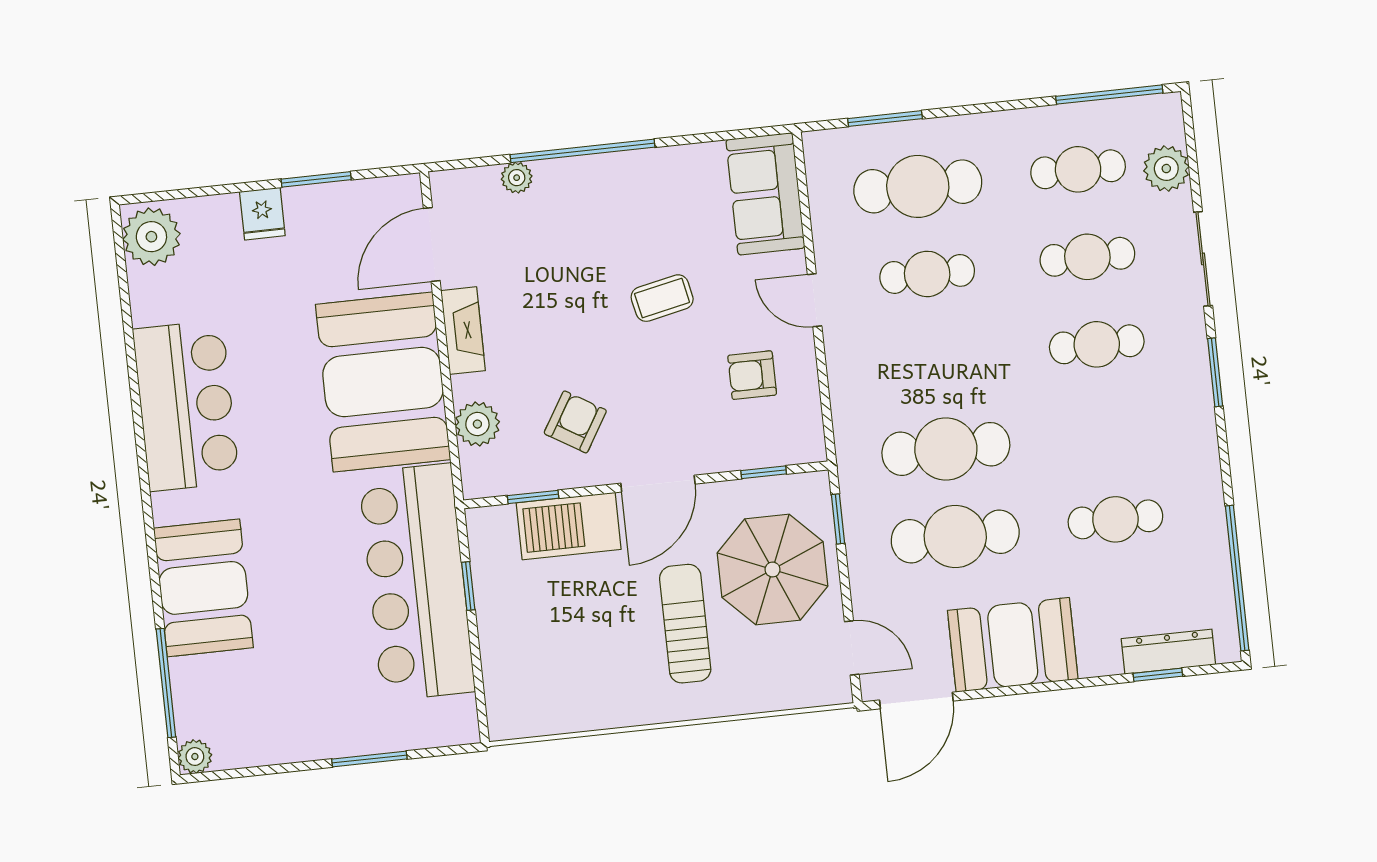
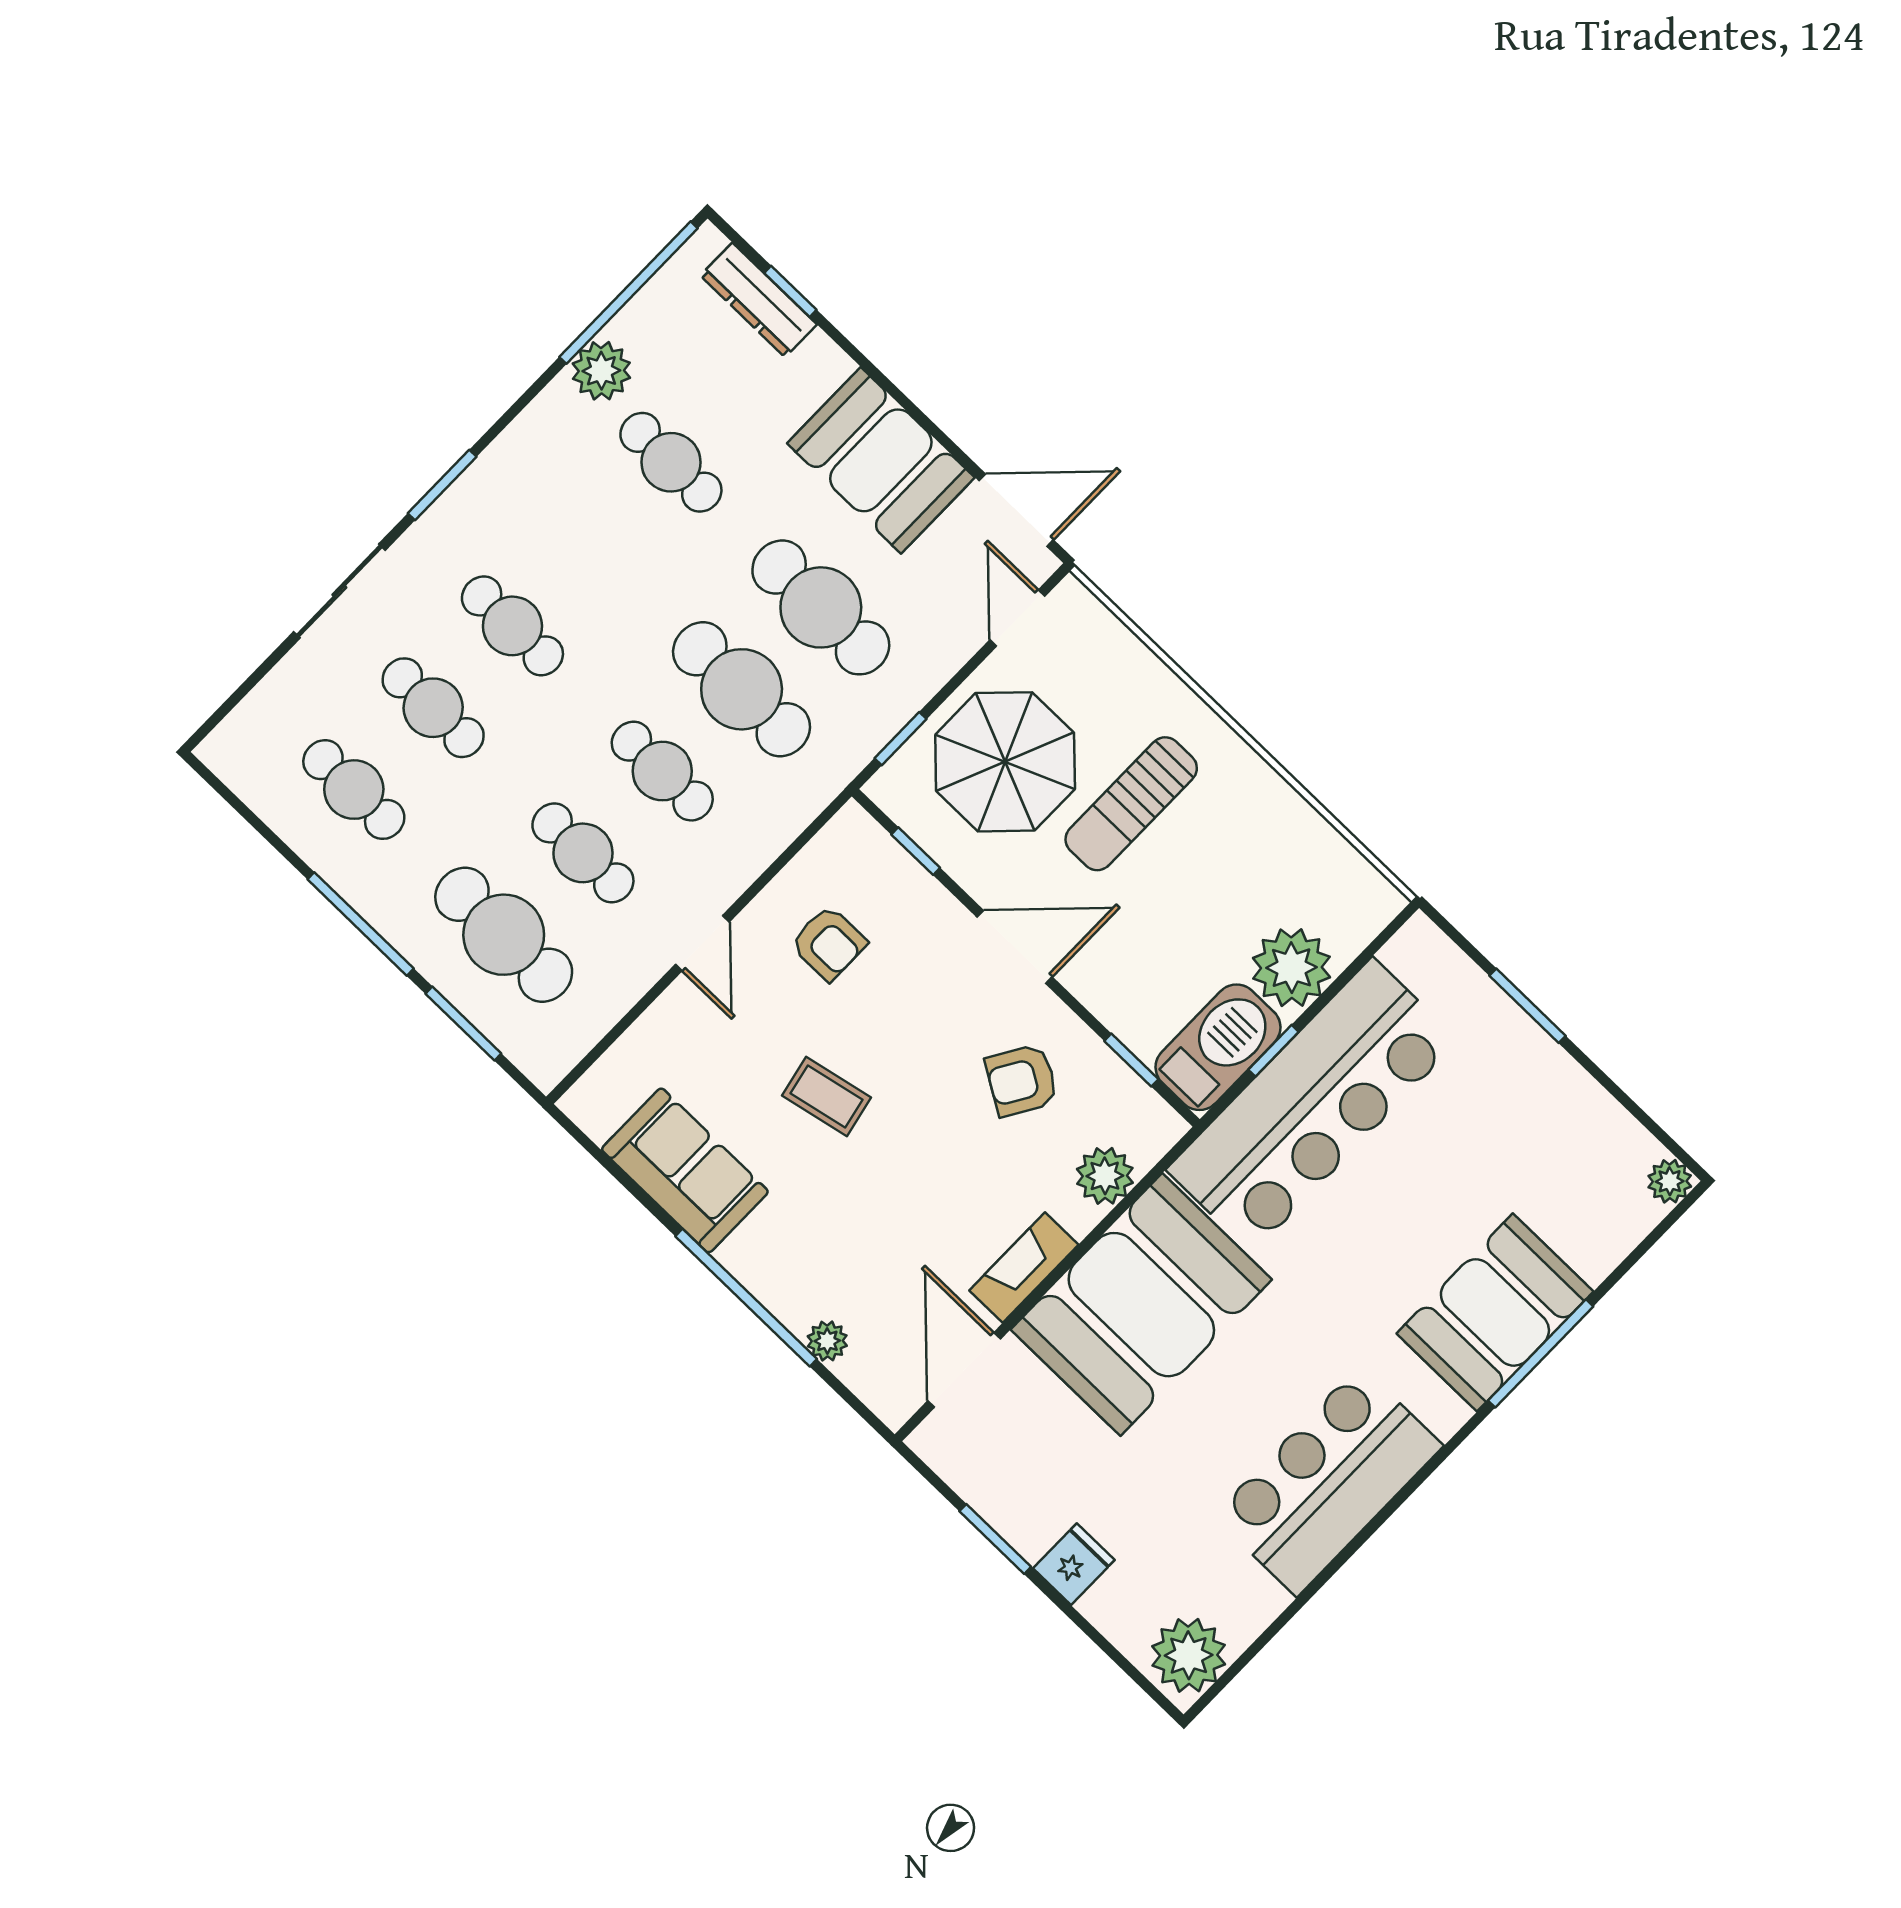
window: (1109, 95) -> (361, 924), moved
plant: (1166, 169) -> (601, 371), moved
sofa: (765, 194) -> (685, 1170), moved, turned -90
door: (432, 245) -> (964, 1370), swing flipped
cafe table: (936, 361) -> (662, 771), added
barbecue: (569, 526) -> (1218, 1047), moved, turned -90
plant: (509, 638) -> (1291, 968), added
window: (166, 683) -> (1541, 1353), moved

